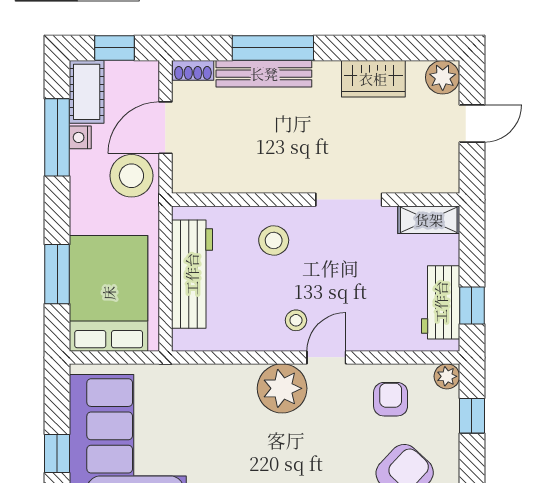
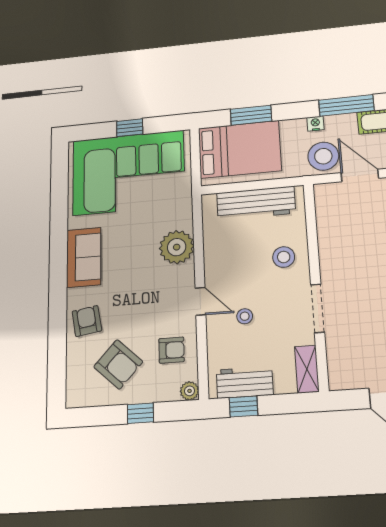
nightstand: (80, 137) -> (315, 123), moved
stool: (296, 320) -> (245, 316), moved
plant: (282, 388) -> (177, 247), moved
window: (472, 416) -> (140, 413), moved

